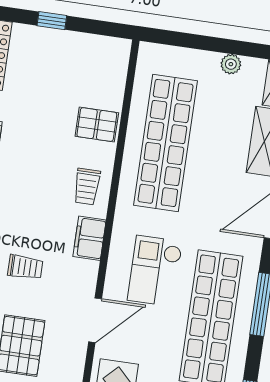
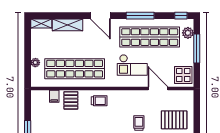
plant: (231, 64) -> (35, 63), moved
filing cabinet: (90, 238) -> (54, 96), moved, width x0.50

